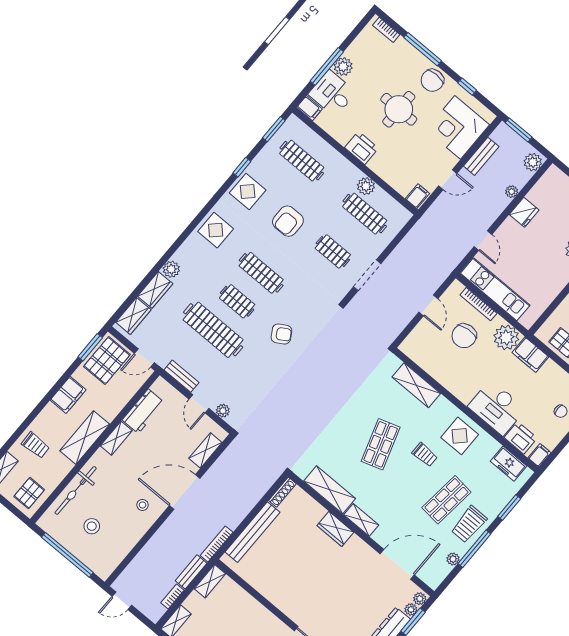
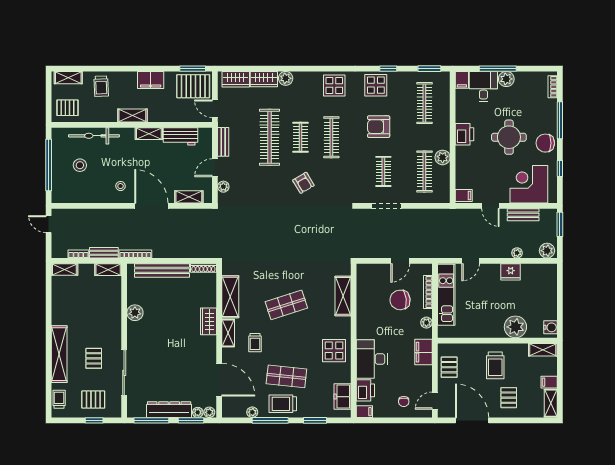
plant: (506, 337) -> (426, 323), width x0.53, depth x0.53
shelving: (85, 438) -> (132, 116), width x0.67, depth x0.75
trolley: (425, 455) -> (255, 343), moved
plant: (270, 590) -> (135, 313), added

